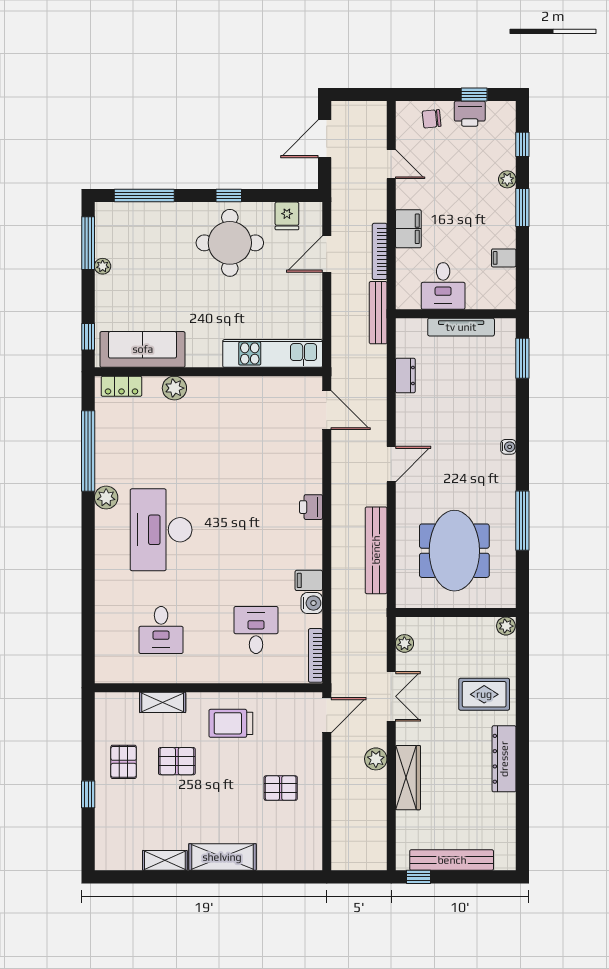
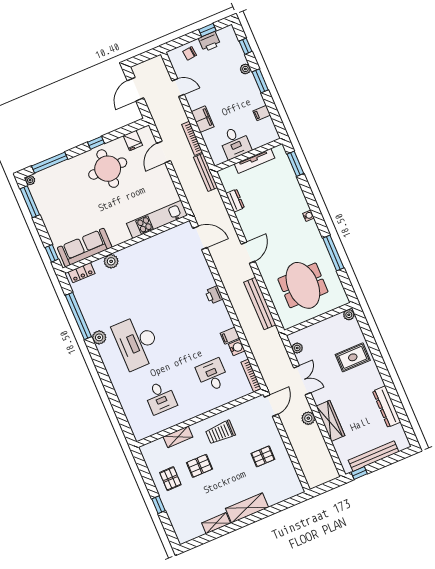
plant: (103, 266) -> (30, 180), moved
dresser: (504, 759) -> (387, 407), moved

